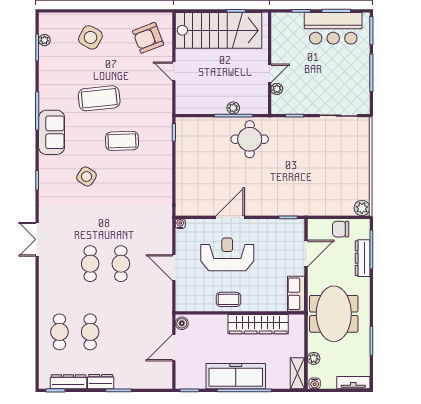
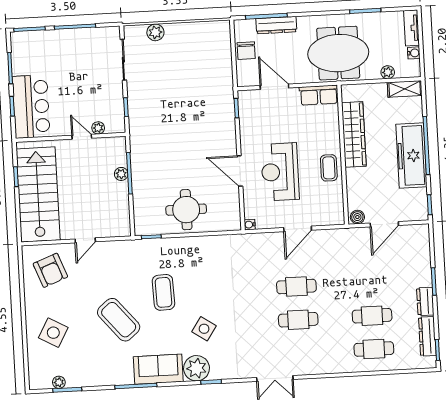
bar counter: (333, 28) -> (31, 107), moved
coffee table: (99, 98) -> (119, 320), turned -34
round table: (250, 139) -> (186, 210), moved
plant: (51, 168) -> (197, 368), added
plant: (362, 208) -> (155, 32), moved
door: (174, 348) -> (384, 224), hinge flipped
water cooler: (315, 383) -> (414, 53), moved

